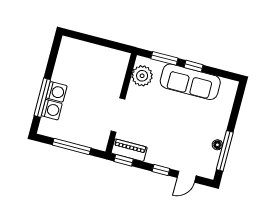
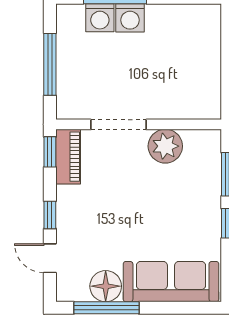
plant: (142, 76) -> (165, 146), moved
sofa: (190, 82) -> (171, 282), moved, turned 90
floor lamp: (217, 145) -> (106, 286), width x1.89, depth x1.89

